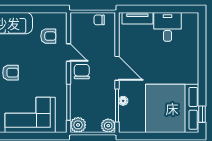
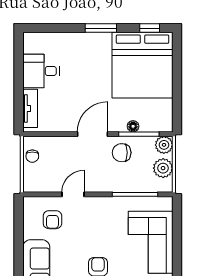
armchair: (48, 36) -> (52, 220), turned 180
chair: (82, 72) -> (122, 153), moved
window: (202, 75) -> (101, 28), added
plant: (78, 125) -> (163, 168), moved

